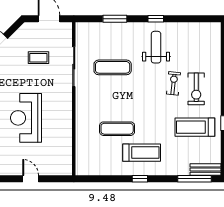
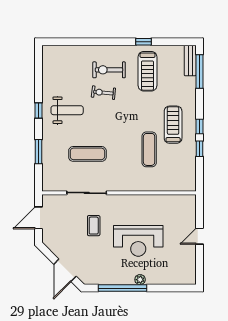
weight bench: (156, 47) -> (67, 110), turned 180
coffee table: (38, 58) -> (94, 226), moved
exercise mat: (113, 67) -> (87, 154), turned 90
exercise bike: (196, 89) -> (109, 70), turned 180
window: (118, 179) -> (199, 149), added

